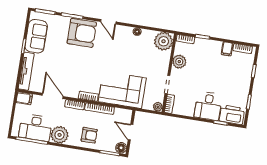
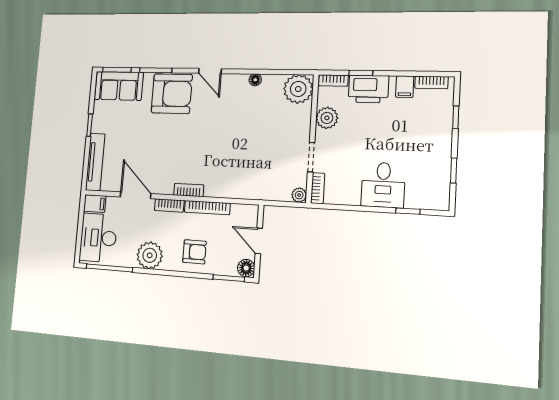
sofa: (36, 36) -> (119, 86), moved, turned 90
corner sofa: (122, 90) -> (240, 174), removed
printer: (232, 115) -> (368, 89), moved, turned 180
desk: (35, 128) -> (98, 238), moved, turned 90

